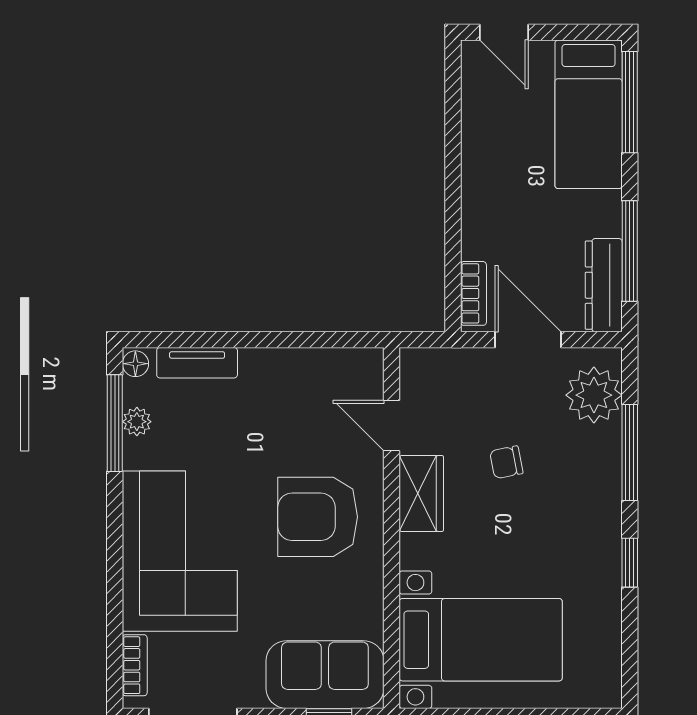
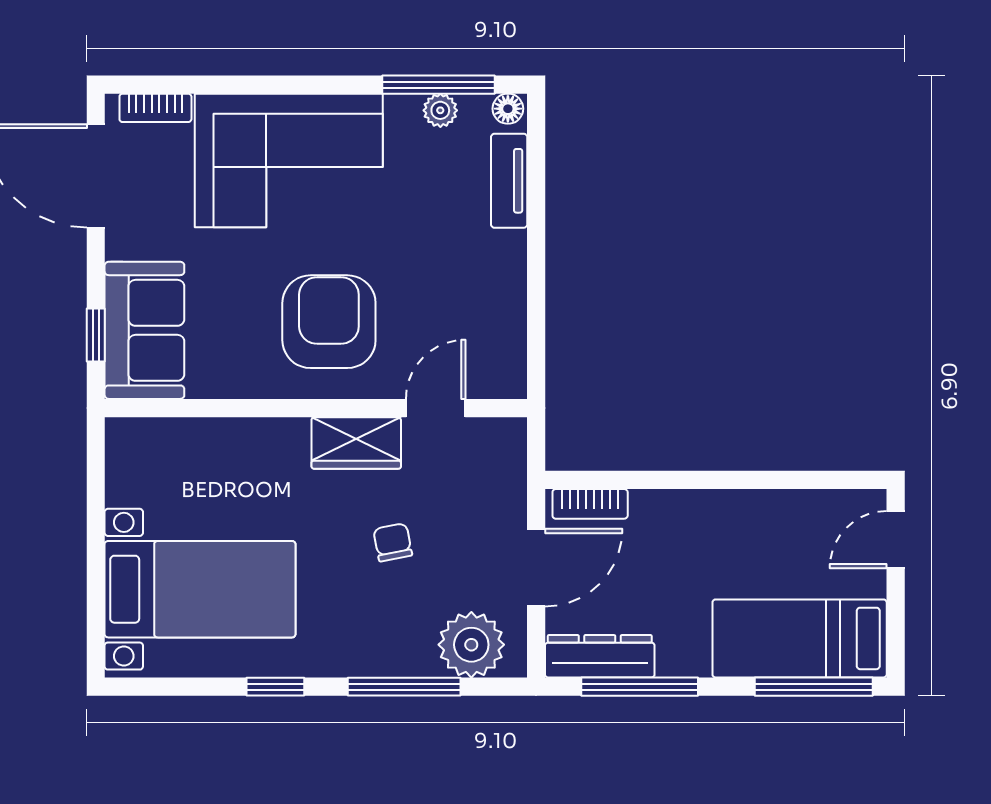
bed with nightstands: (481, 640) -> (200, 589), moved, turned -90

